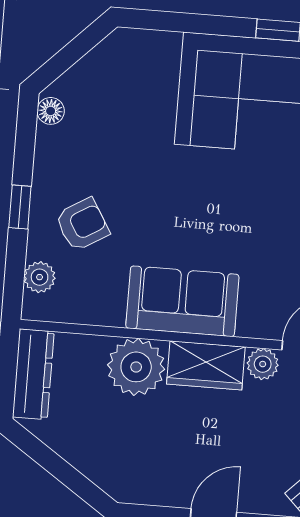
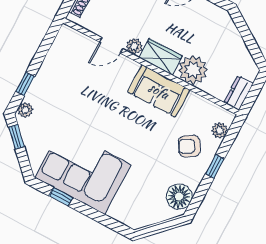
floor lamp: (51, 111) -> (179, 197), width x1.89, depth x1.89
dresser: (33, 374) -> (239, 93), width x0.70

